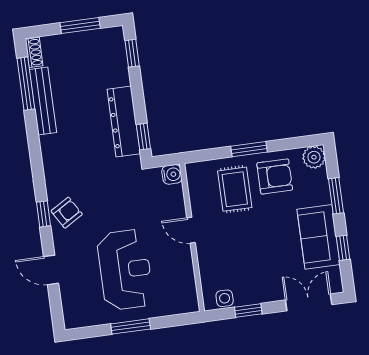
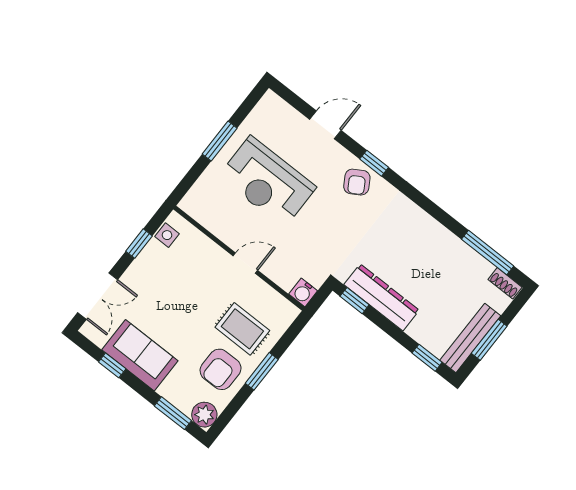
bench: (43, 101) -> (470, 338), moved, turned 90
window: (336, 196) -> (173, 413), moved

